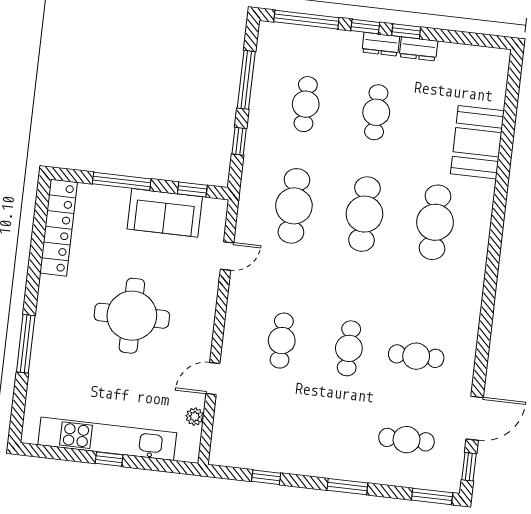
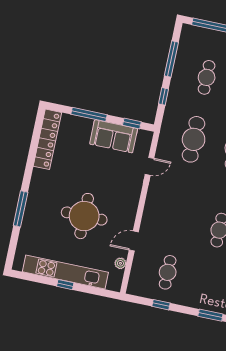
round table: (132, 316) -> (84, 216), moved
cafe table: (282, 341) -> (168, 272), moved

